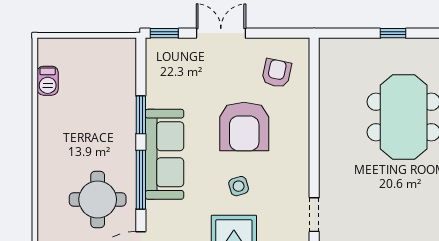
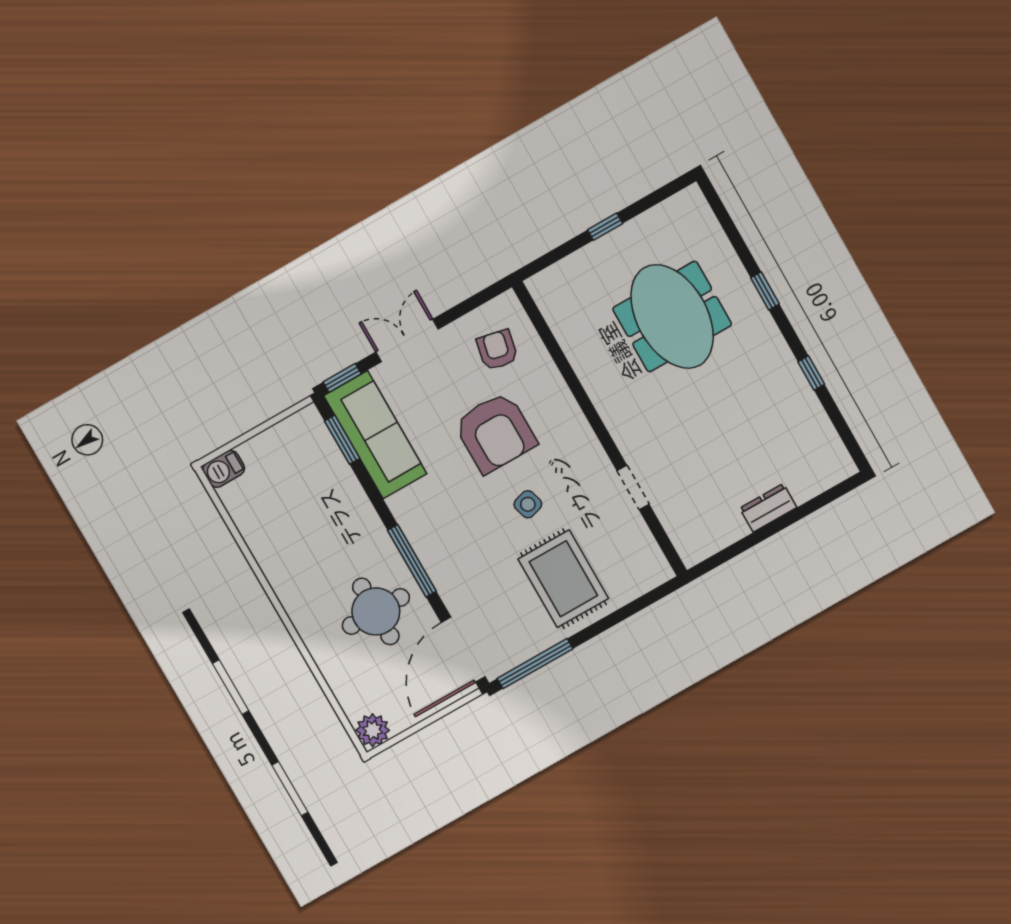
barbecue: (48, 81) -> (224, 469), moved, turned 90
window: (141, 115) -> (342, 440), moved
sofa: (164, 154) -> (375, 435), moved

